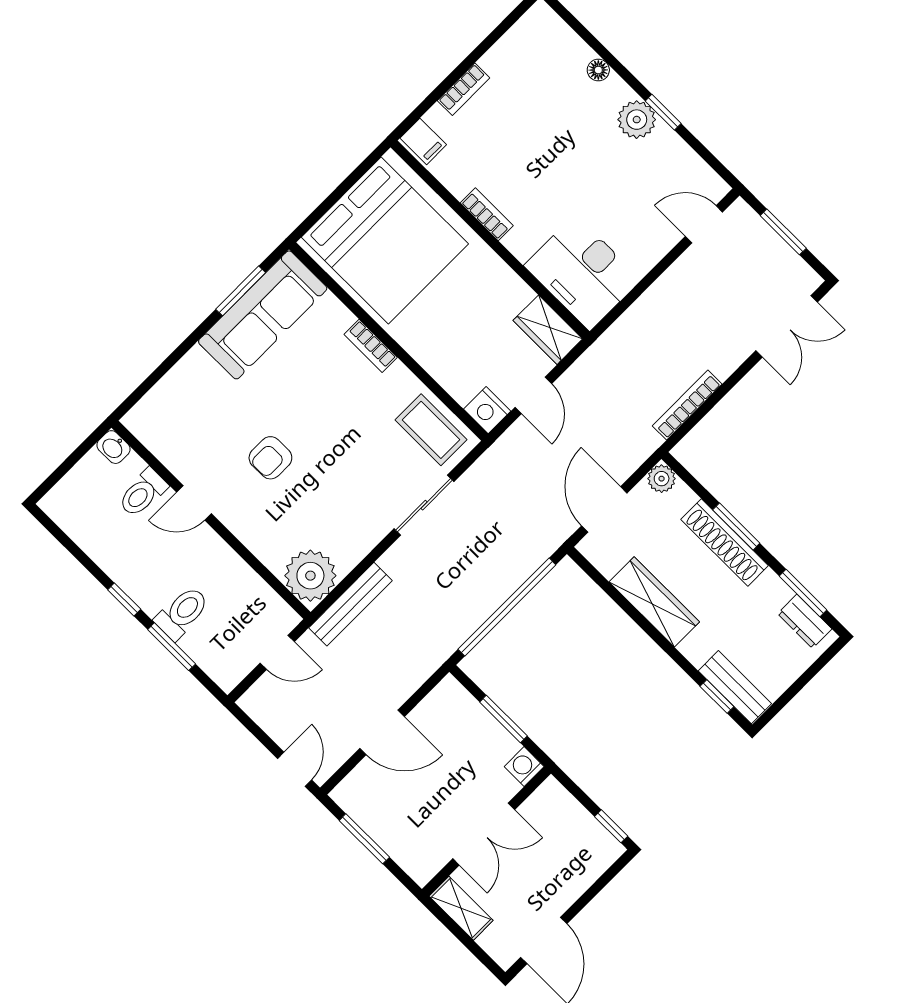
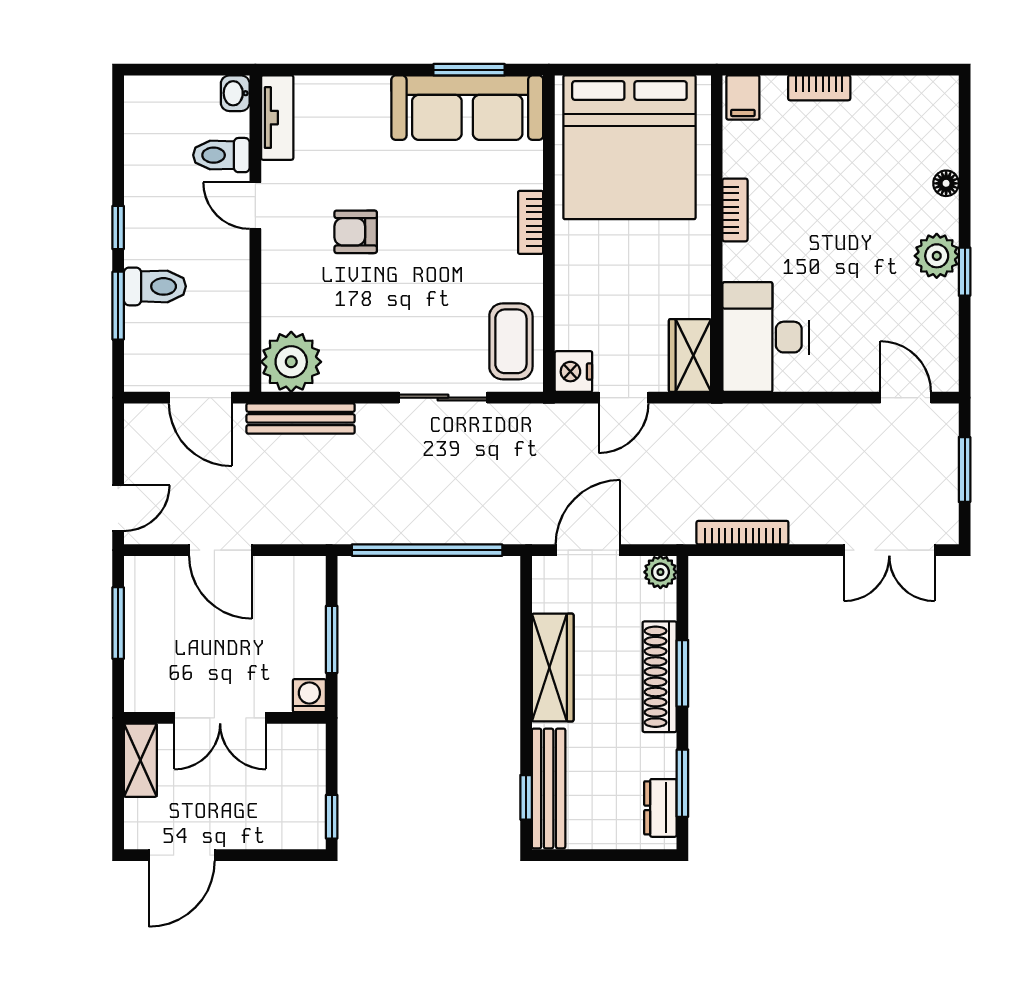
tv unit: (154, 436) -> (277, 118), added
door: (277, 652) -> (200, 398), width x1.37
bench: (735, 687) -> (549, 788), width x1.36

